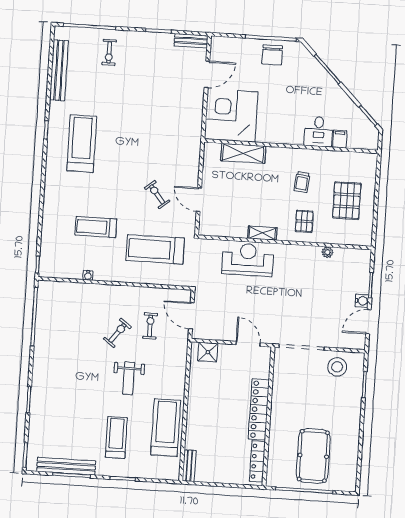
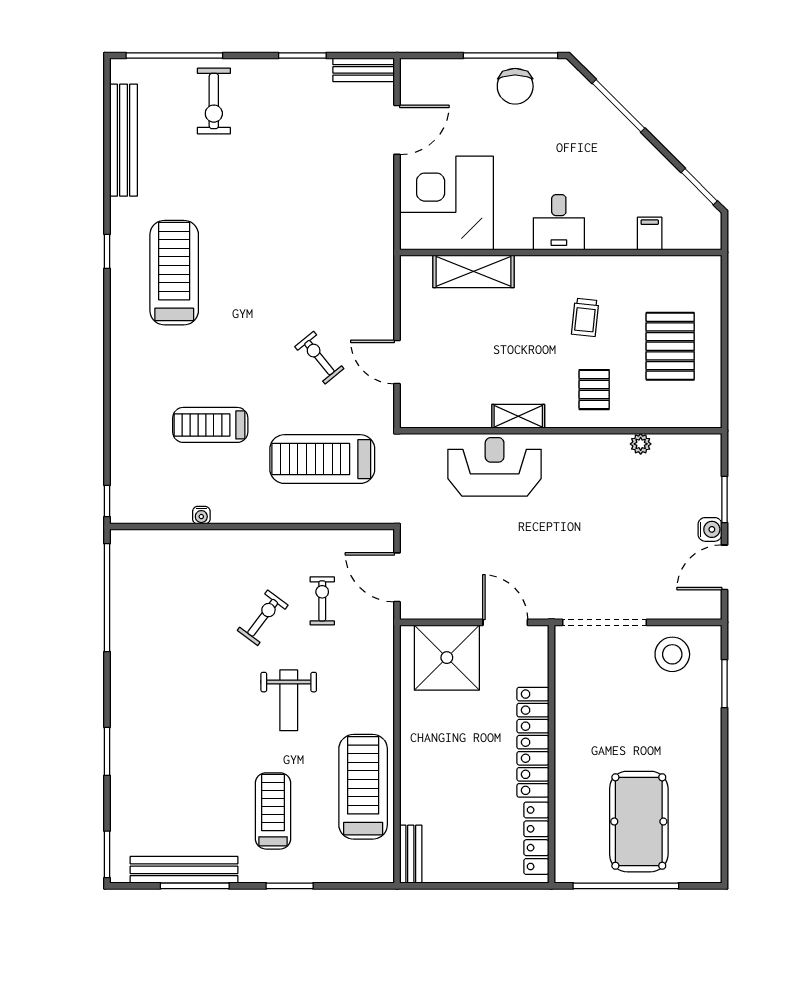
exercise bike: (109, 52) -> (214, 101), width x1.38, depth x1.39
desk: (319, 132) -> (559, 222), moved
shower: (208, 352) -> (447, 658), width x1.86, depth x1.86

